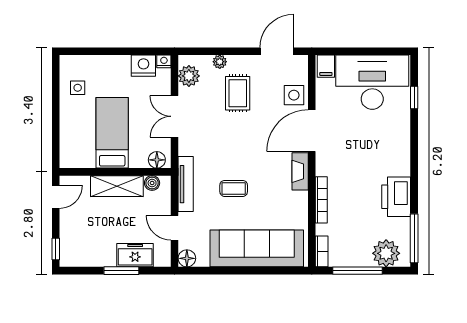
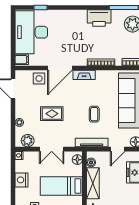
nightstand: (143, 66) -> (22, 180), moved
rug: (238, 93) -> (52, 114), moved
door: (312, 131) -> (60, 68), hinge flipped

